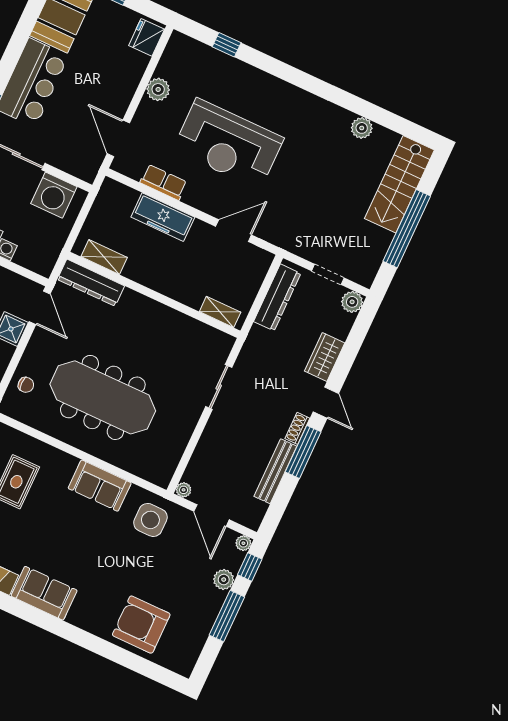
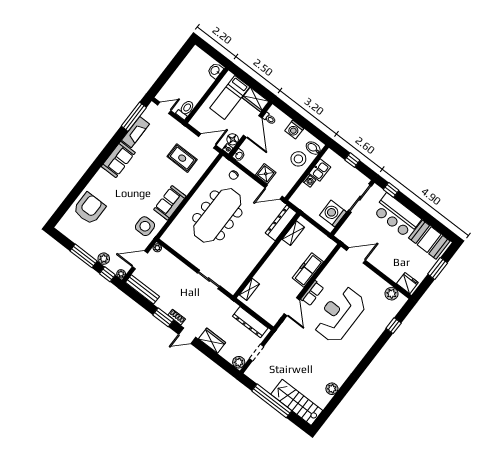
plant: (158, 89) -> (392, 294), moved
row of seats: (164, 182) -> (312, 293), moved
window: (303, 452) -> (163, 317), width x0.69
bench: (275, 471) -> (142, 289), moved

